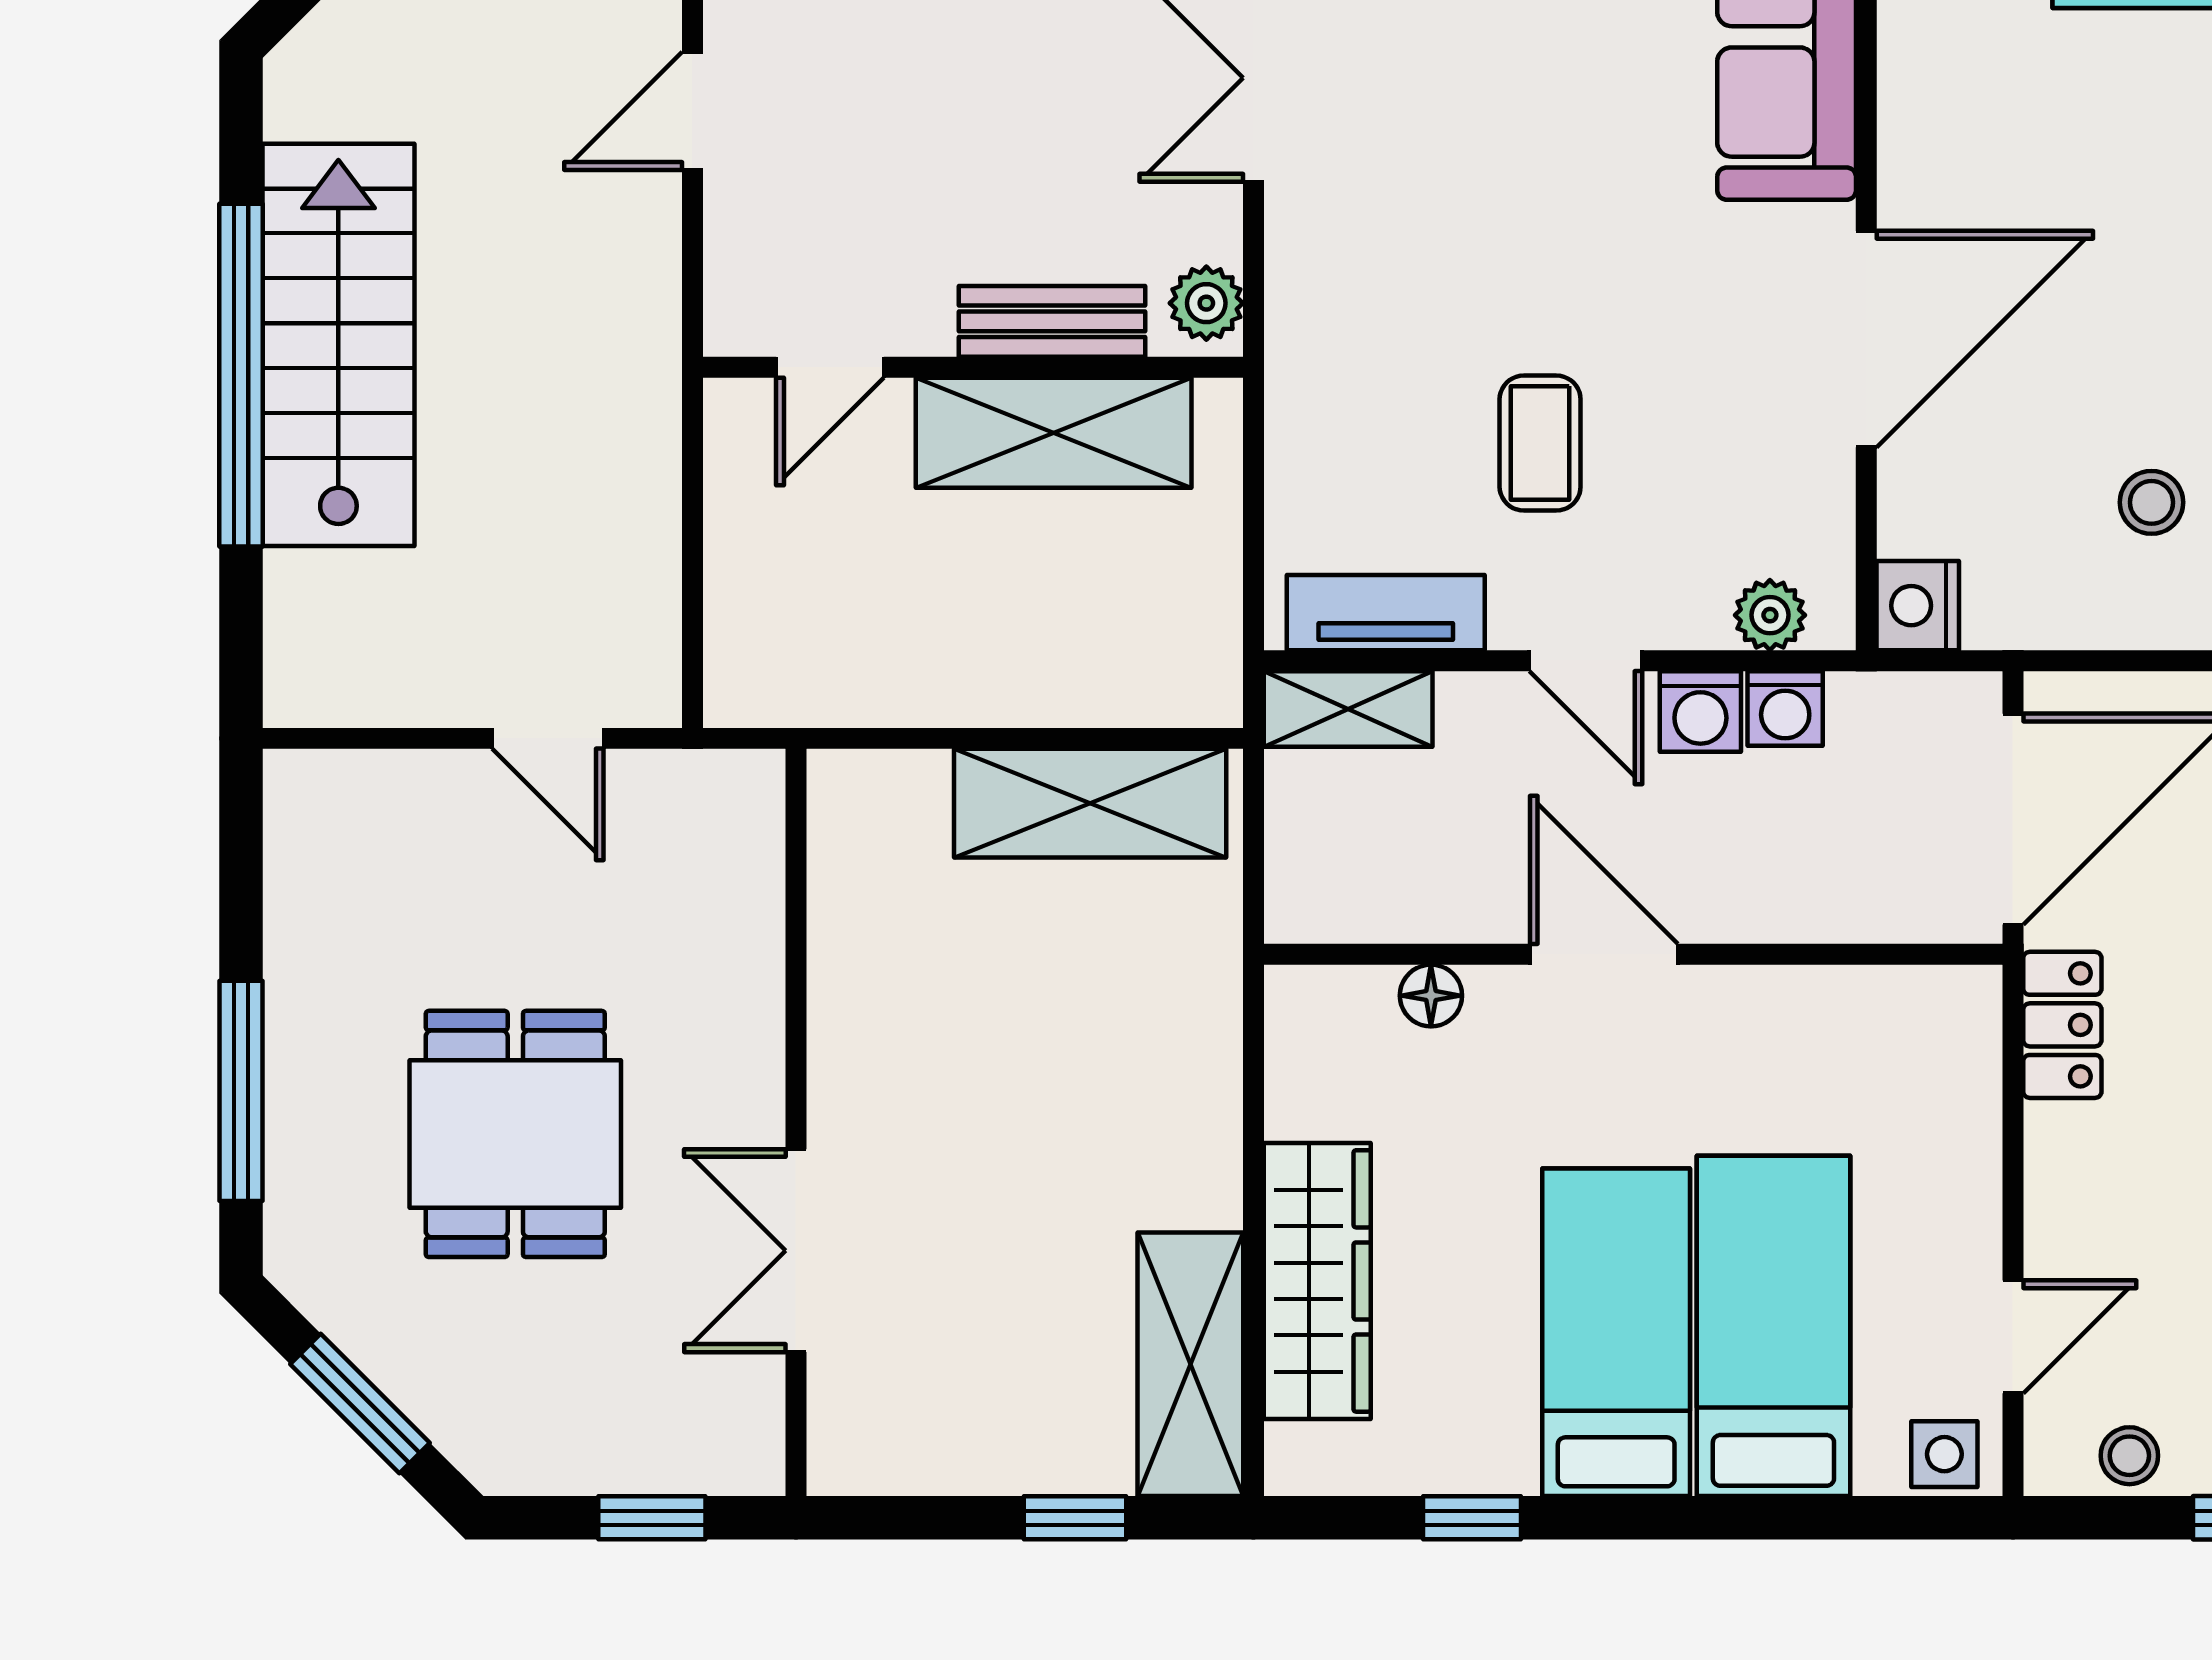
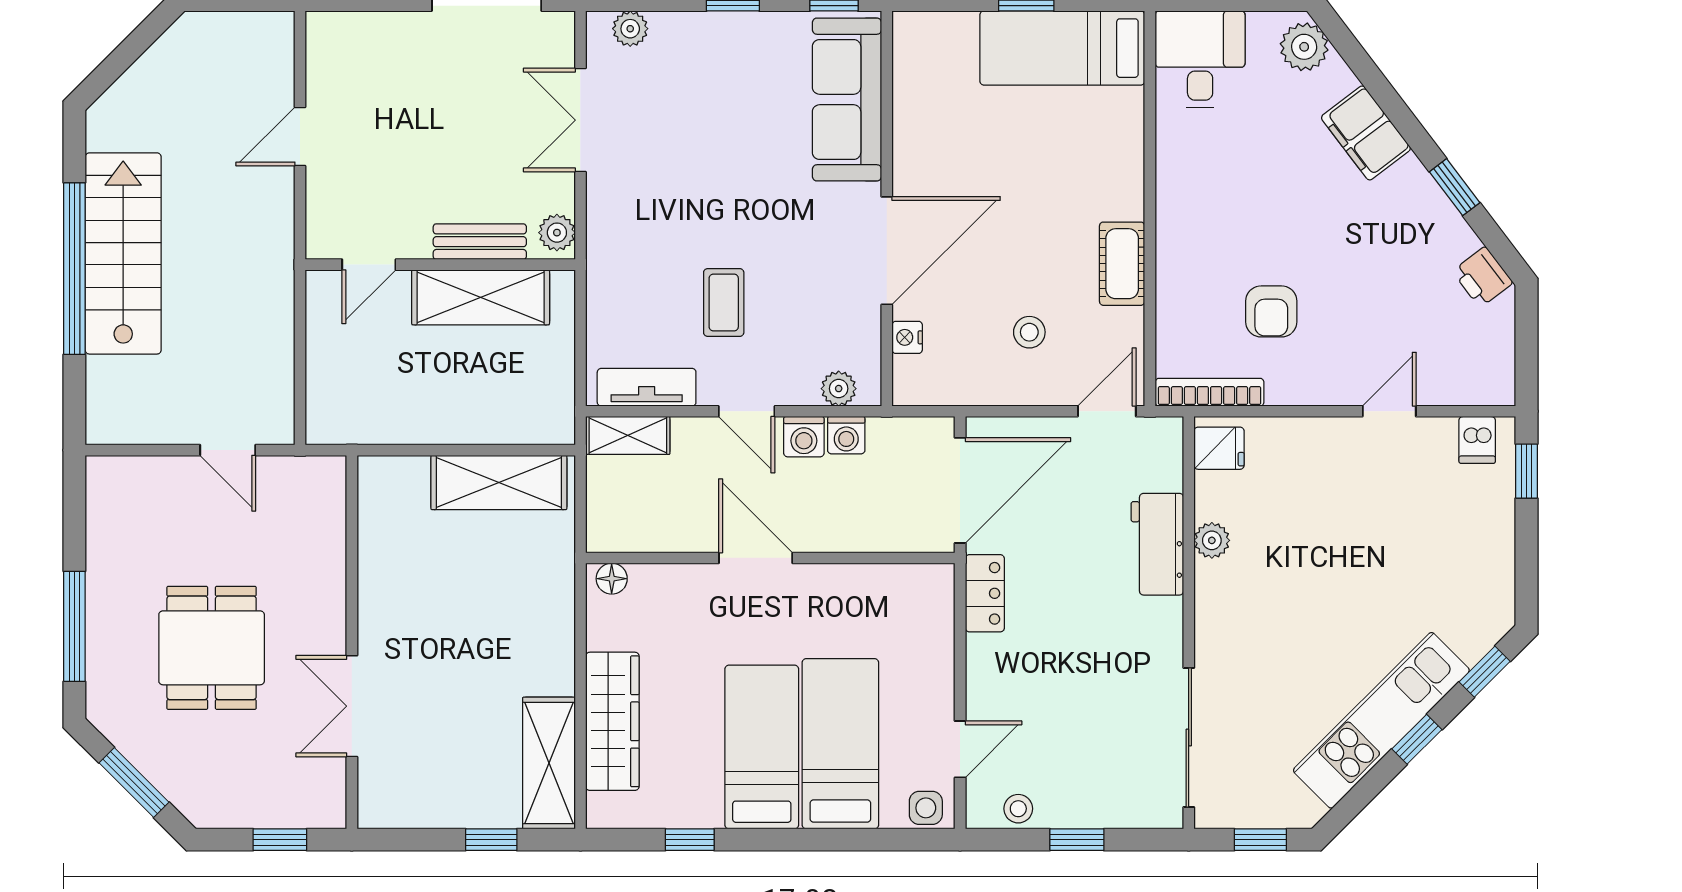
nightstand: (1918, 606) -> (907, 337), moved, width x0.72, depth x0.74
floor lamp: (1431, 996) -> (612, 579), moved

